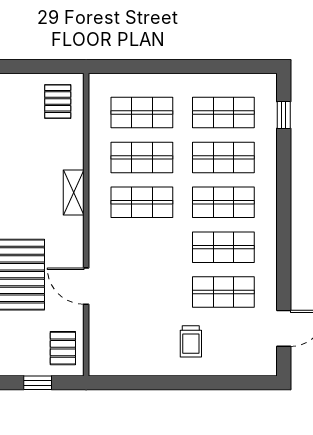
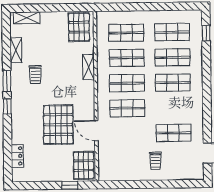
pallet: (58, 101) -> (79, 27), width x1.50, depth x1.42
shelving: (74, 193) -> (88, 67), moved
shop shelf: (223, 247) -> (127, 108), moved
pallet: (63, 348) -> (84, 165), width x1.50, depth x1.42

